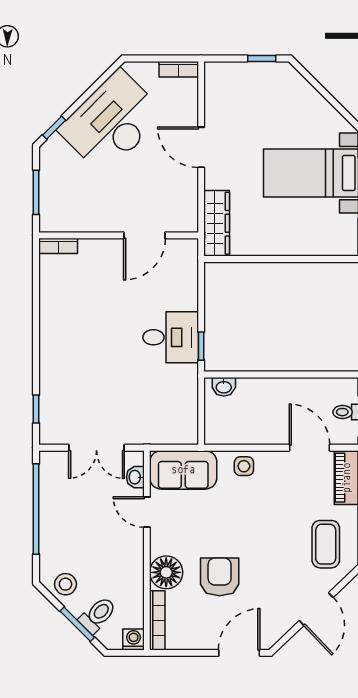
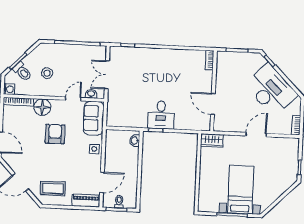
wardrobe: (217, 223) -> (212, 140), width x0.67
armchair: (220, 577) -> (55, 134), moved, turned -90
stool: (65, 584) -> (47, 73), moved

